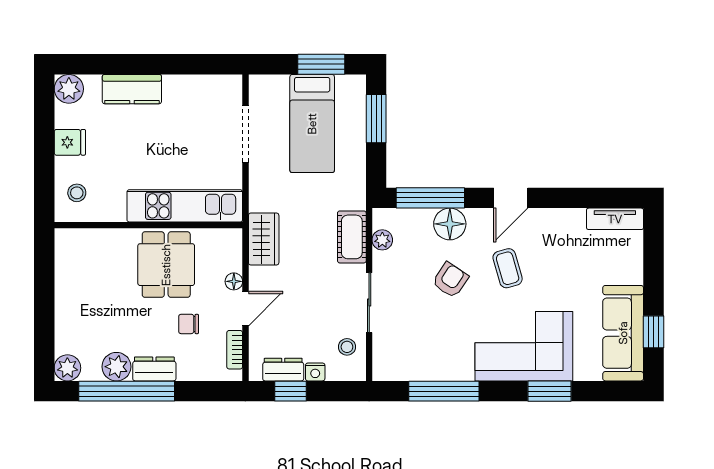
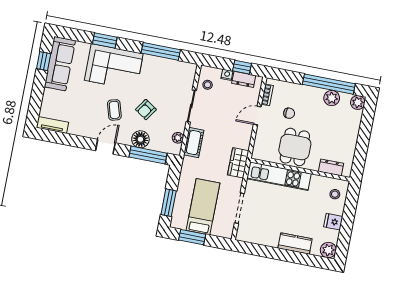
wardrobe: (264, 239) -> (238, 163), moved
floor lamp: (234, 281) -> (261, 131), removed
dresser: (154, 369) -> (331, 167), moved, turned 180

